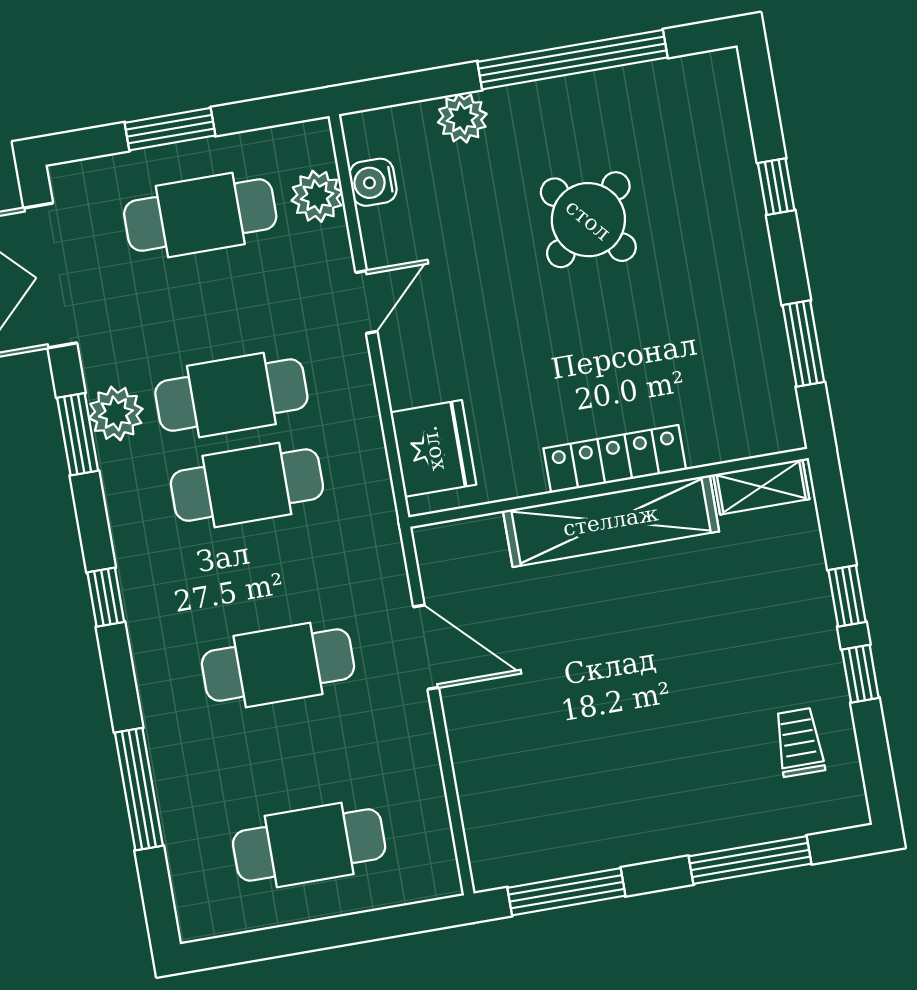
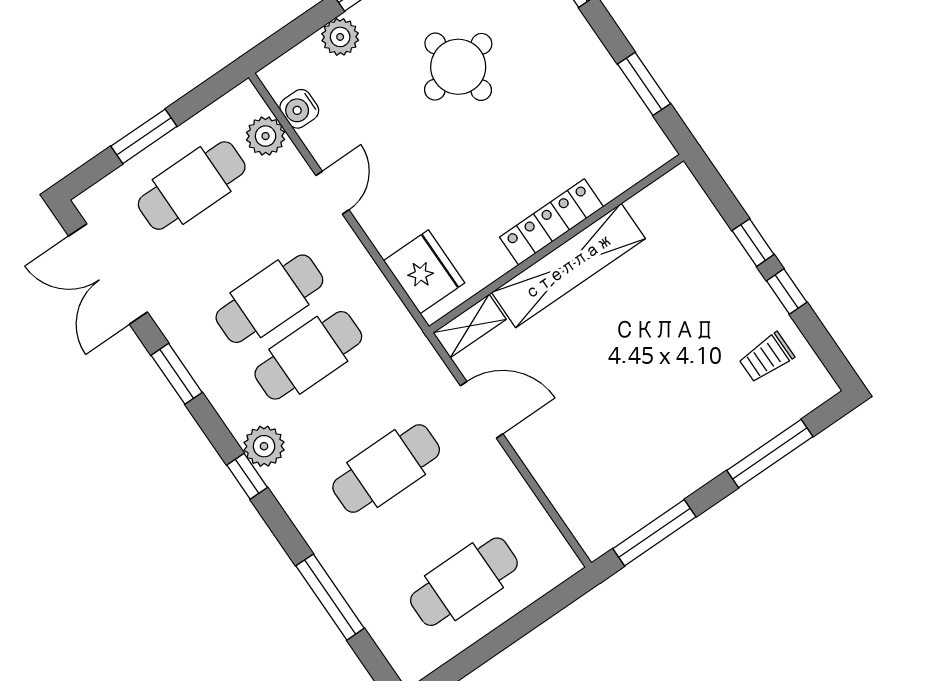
round table: (588, 220) -> (458, 67), turned 31
plant: (116, 413) -> (264, 446), moved
shelving: (761, 487) -> (470, 326), moved
trolley: (799, 742) -> (766, 358), turned -90

